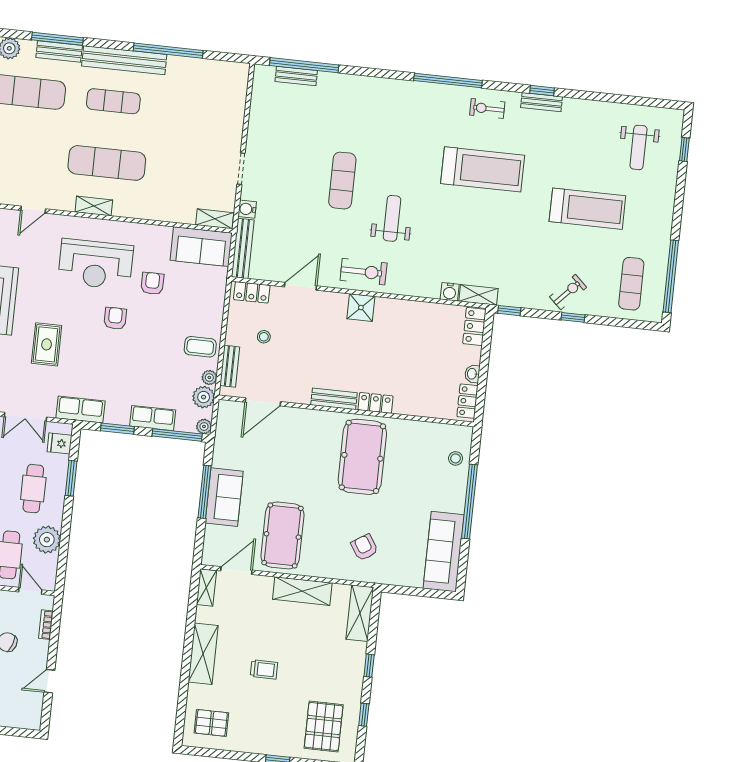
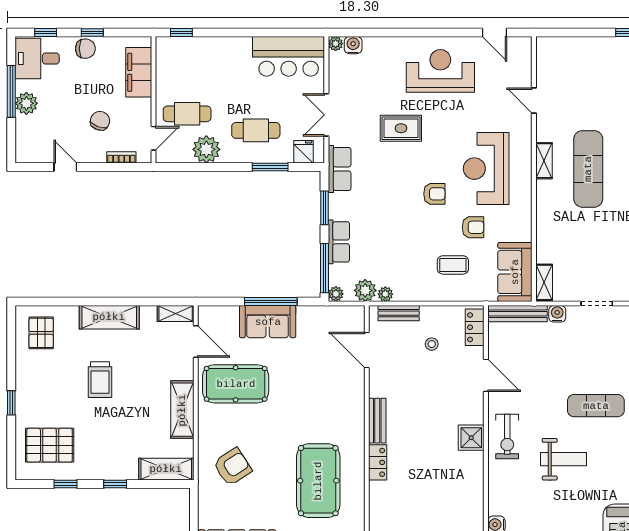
coffee table: (200, 347) -> (453, 265), moved, turned 90
pool table: (362, 457) -> (318, 481), moved, turned 90
armchair: (365, 547) -> (232, 467), width x1.38, depth x1.38
trolley: (264, 669) -> (100, 380), width x1.36, depth x1.39

